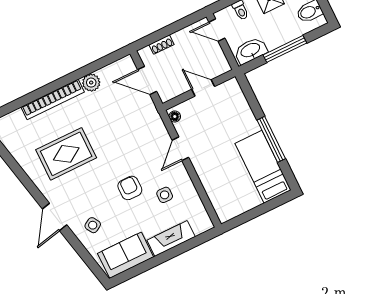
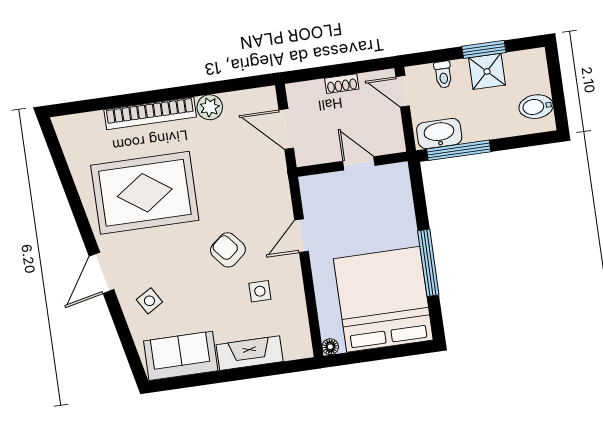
shoe rack: (161, 45) -> (342, 84), moved
window: (285, 49) -> (459, 150), moved
floor lamp: (175, 117) -> (330, 347), moved
rug: (66, 154) -> (145, 193), width x1.37, depth x1.44
bed: (263, 167) -> (383, 299), width x2.04
armchair: (130, 188) -> (228, 250), moved, turned -40

